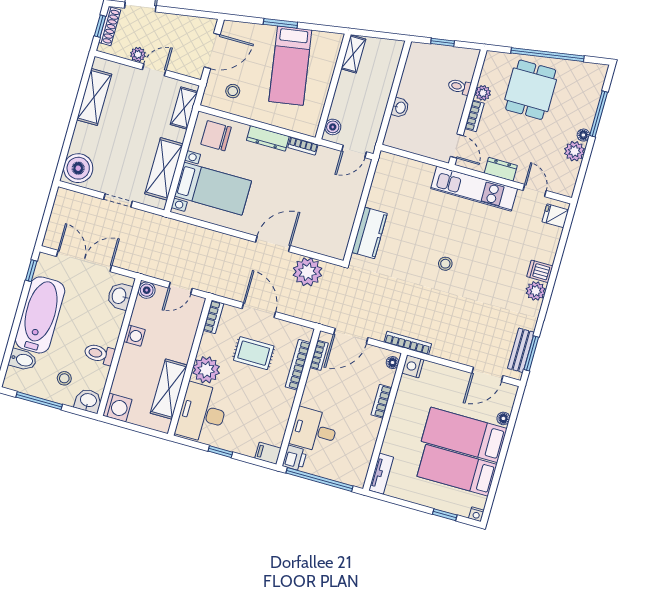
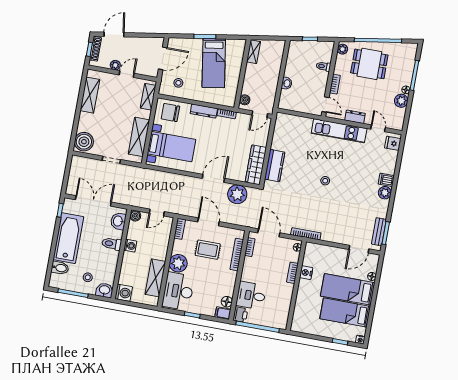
dining table: (531, 90) -> (369, 64), turned 90
plant: (483, 93) -> (342, 49), moved
wardrobe: (341, 229) -> (256, 165), added
door: (351, 336) -> (269, 233), swing flipped
toilet: (99, 354) -> (112, 244), moved
nightstand: (413, 366) -> (306, 273), moved
floor lamp: (276, 436) -> (227, 302), added
tv unit: (381, 474) -> (297, 319), removed

